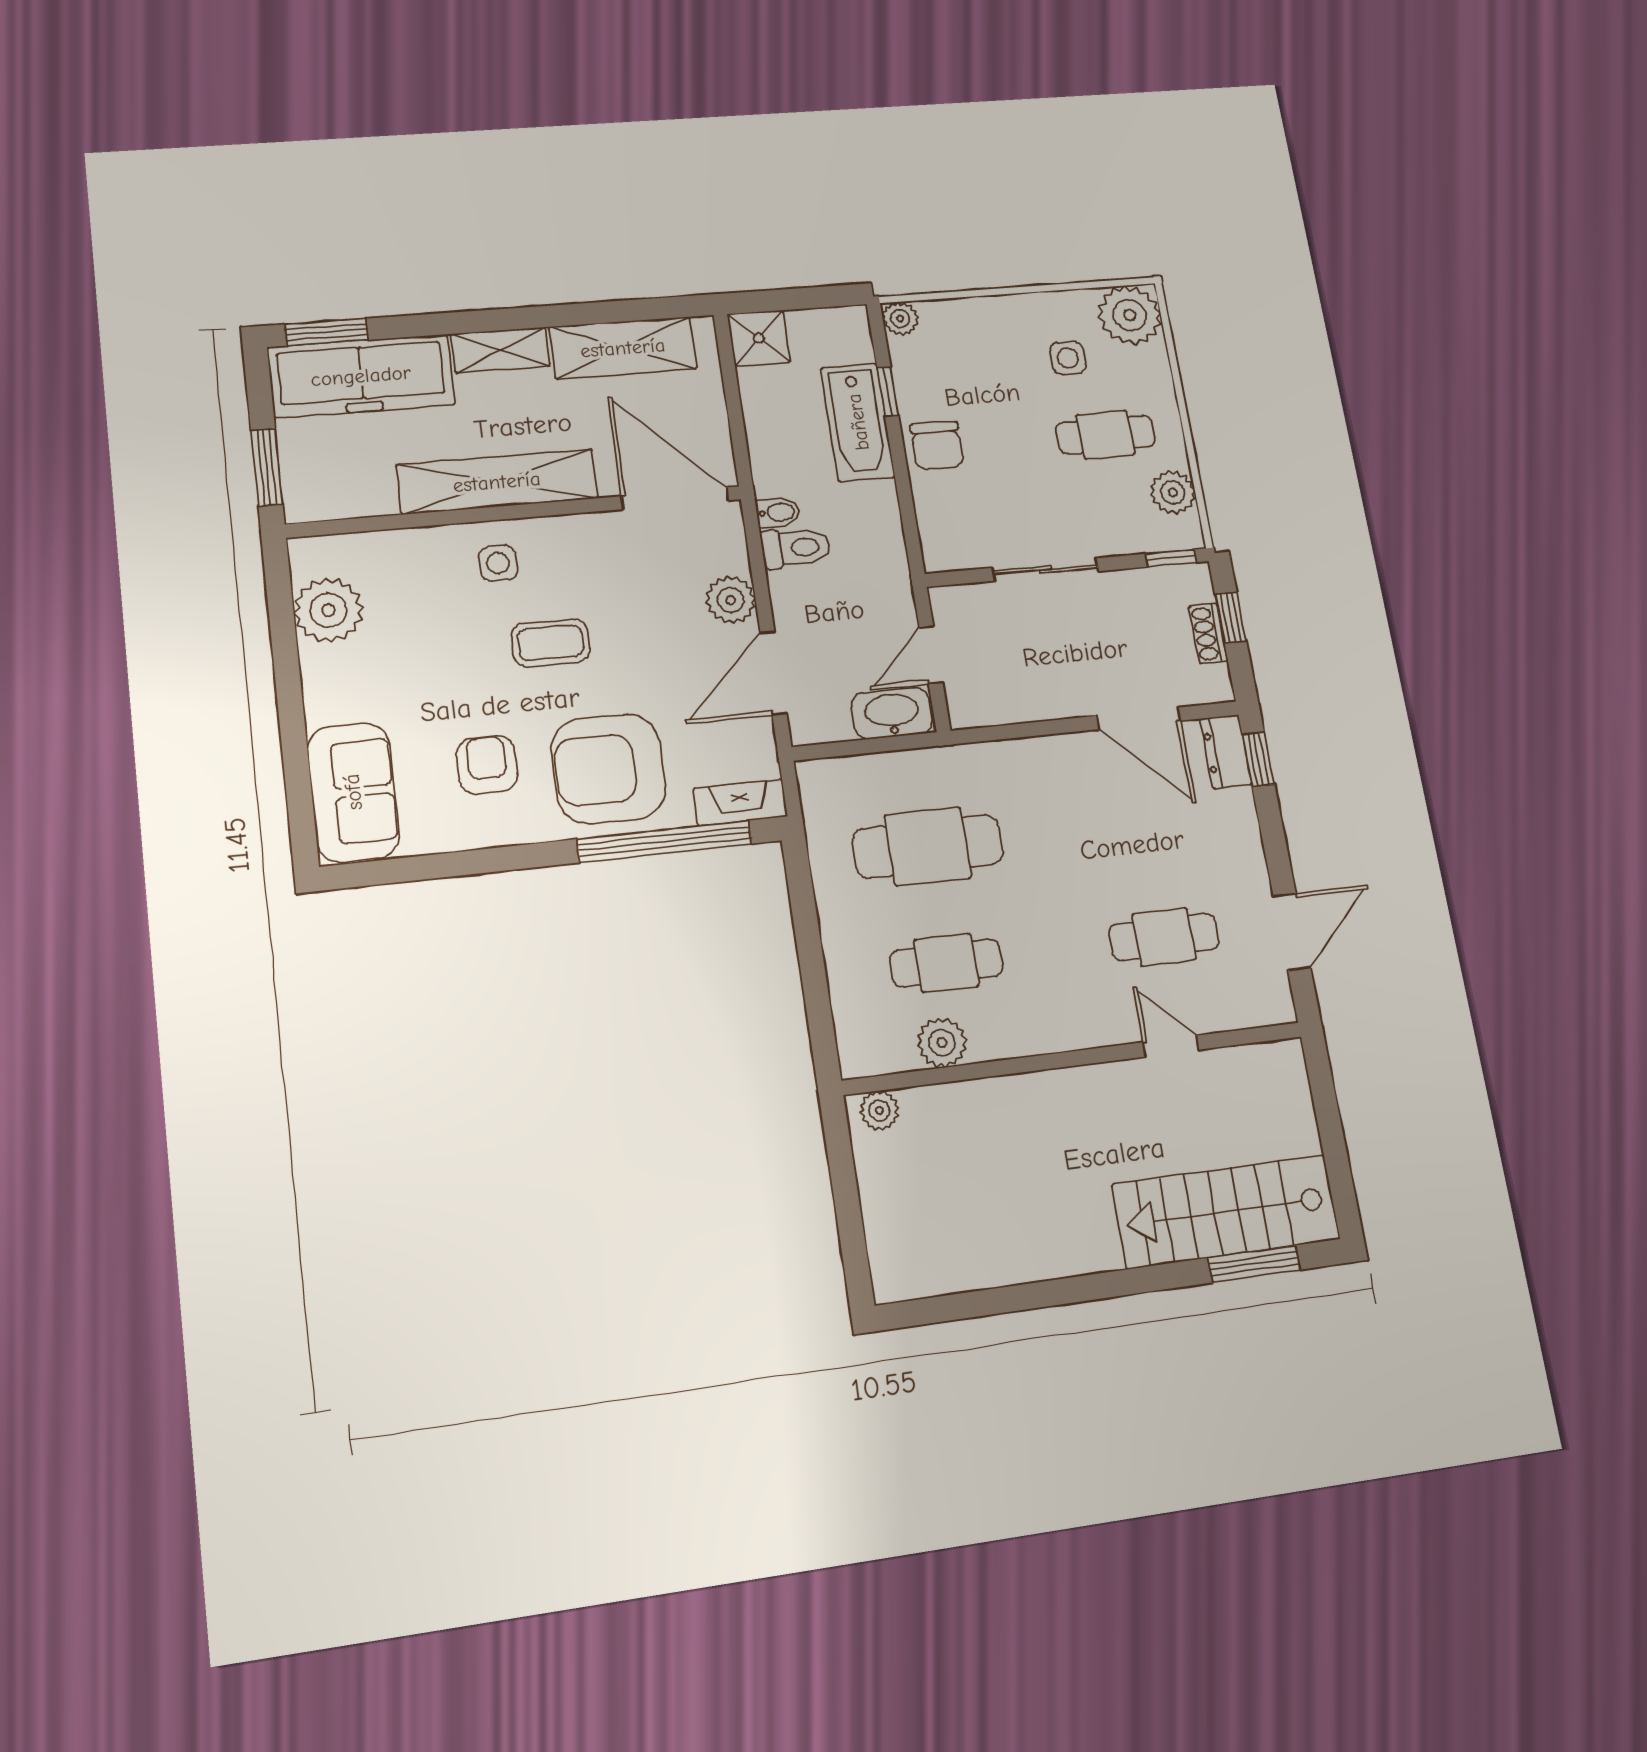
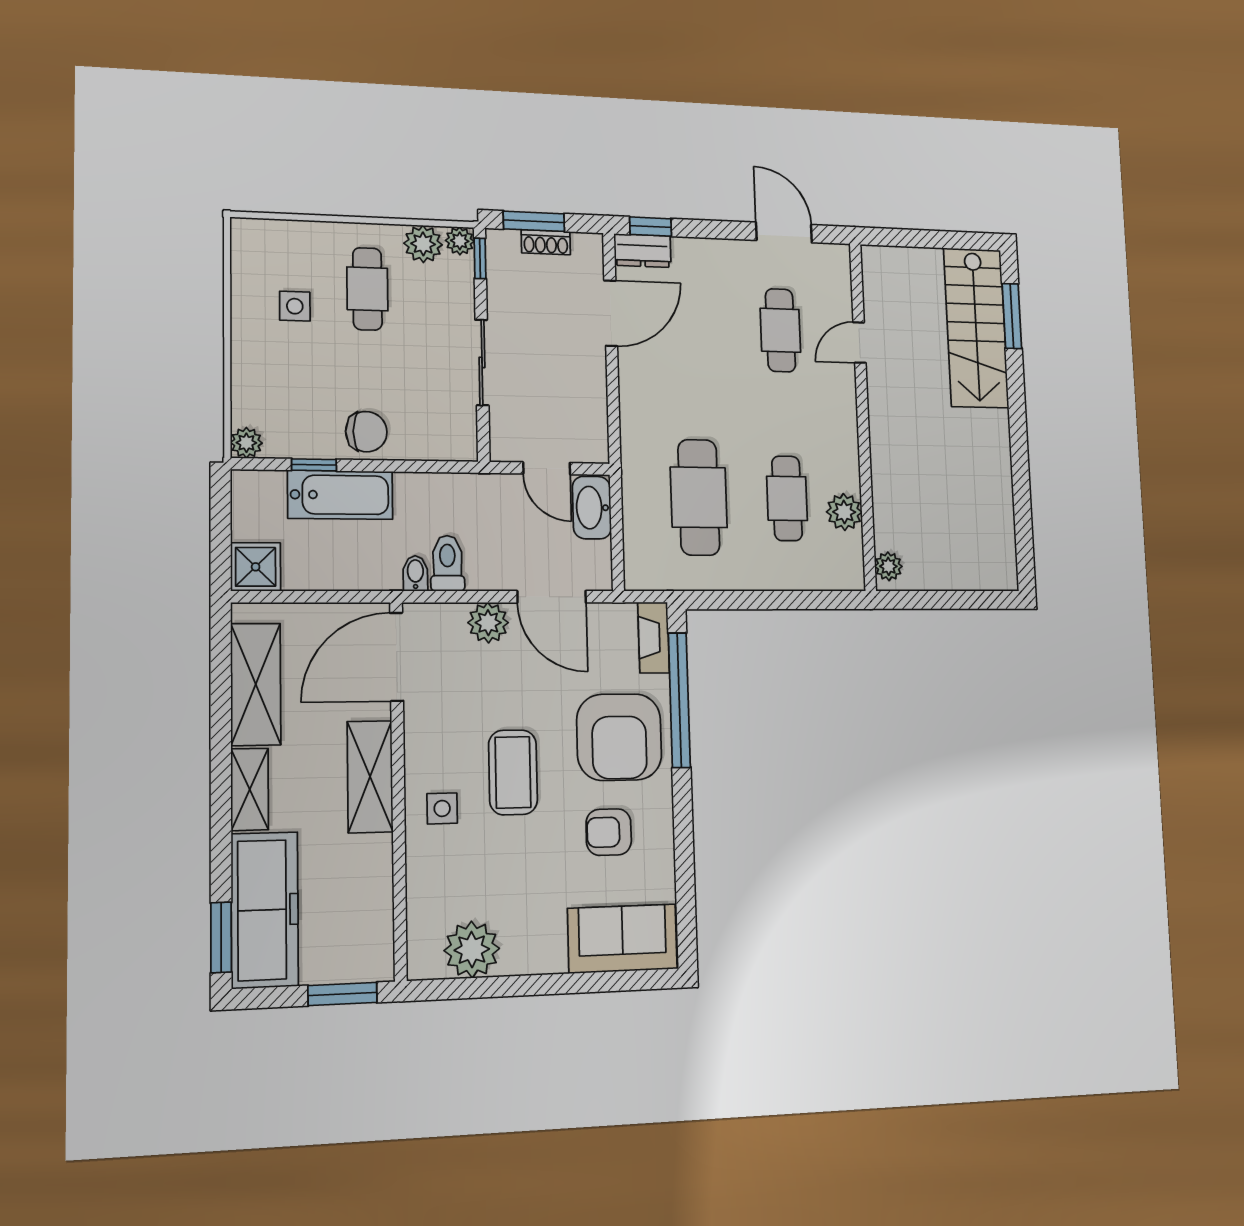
plant: (1130, 315) -> (460, 241), moved, width x0.53, depth x0.53
shelving: (497, 482) -> (370, 777), width x0.68
window: (1231, 617) -> (534, 221), width x1.50
coffee table: (550, 643) -> (513, 772), width x1.36, depth x1.30

